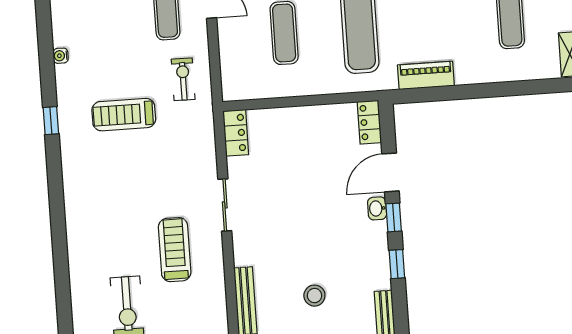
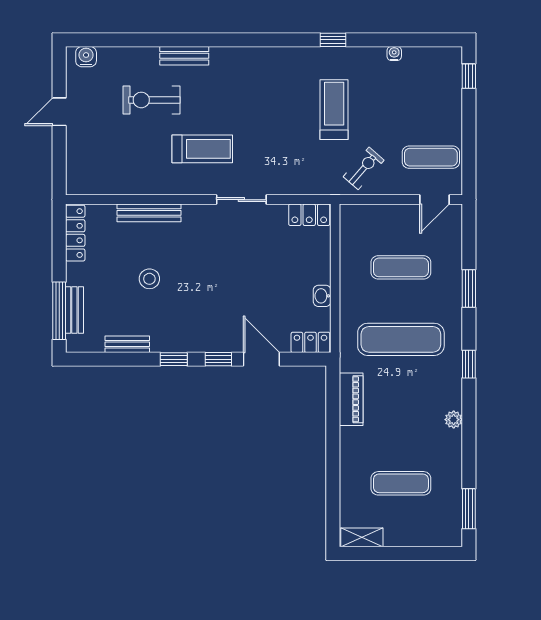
exercise bike: (183, 79) -> (364, 168), turned -49
washbasin: (377, 208) -> (322, 296), moved, turned -90
bench: (78, 275) -> (184, 56), added

